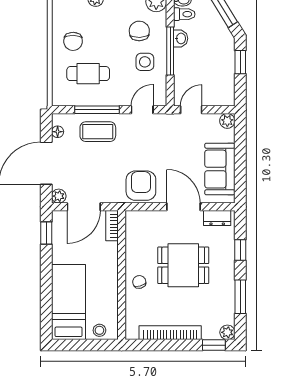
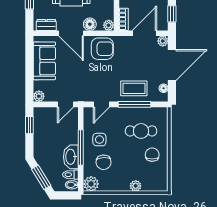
washbasin: (181, 38) -> (71, 157), width x1.91, depth x1.45
window: (240, 62) -> (29, 125), moved
armchair: (141, 186) -> (102, 49), turned -90
plant: (132, 218) -> (109, 25), added
floor lamp: (158, 219) -> (90, 24), added

